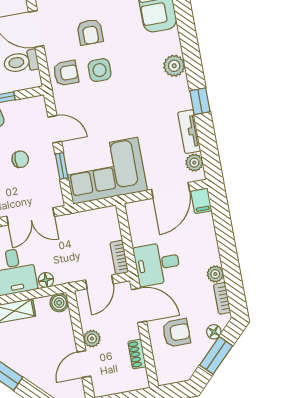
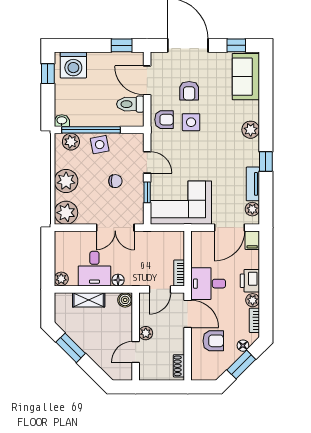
printer: (208, 251) -> (250, 281), added
shoe rack: (137, 354) -> (179, 366), moved

